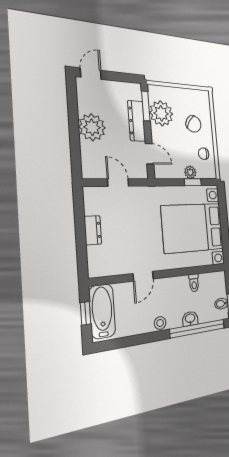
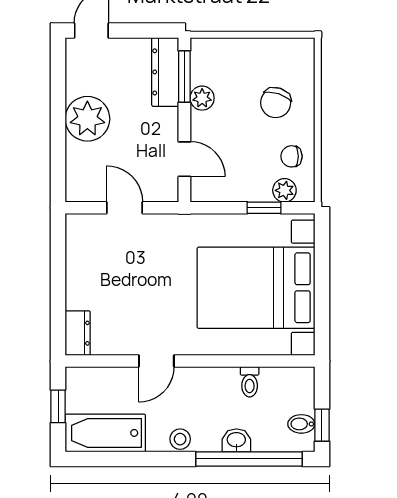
plant: (161, 113) -> (202, 98), width x0.53, depth x0.53
dresser: (137, 121) -> (165, 72), moved
chair: (193, 124) -> (276, 103), turned 74
plant: (190, 172) -> (284, 190), moved
dresser: (93, 230) -> (78, 333), moved
bathtub: (102, 311) -> (105, 433), moved, turned -90

